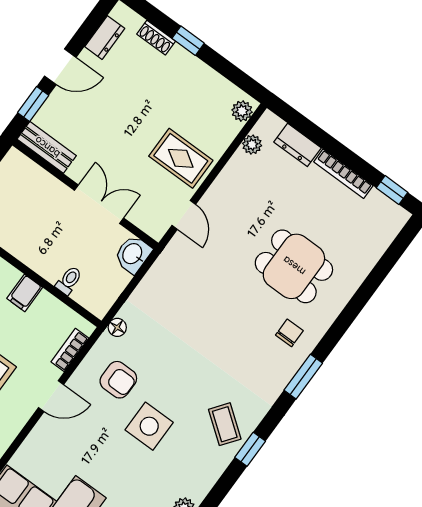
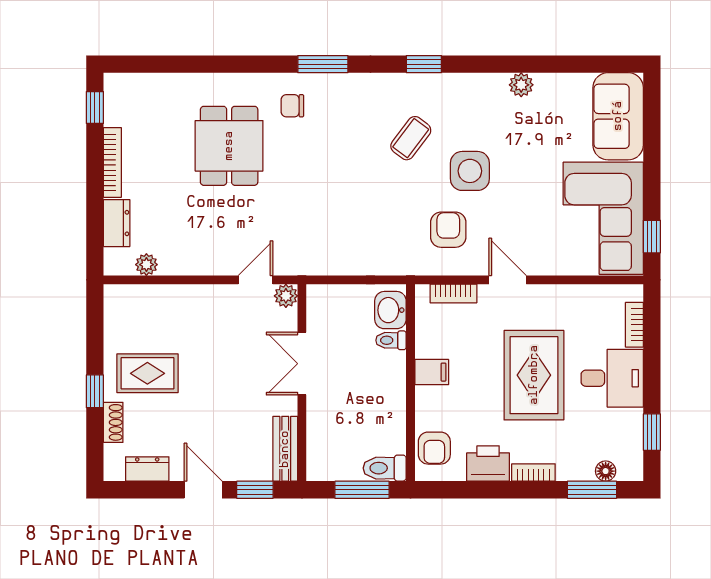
plant: (242, 111) -> (286, 296), moved
rug: (181, 158) -> (147, 373), moved, turned 90
washbasin: (133, 254) -> (390, 310), moved, turned 90
floor lamp: (117, 327) -> (402, 265), removed
coffee table: (225, 424) -> (411, 138), moved

